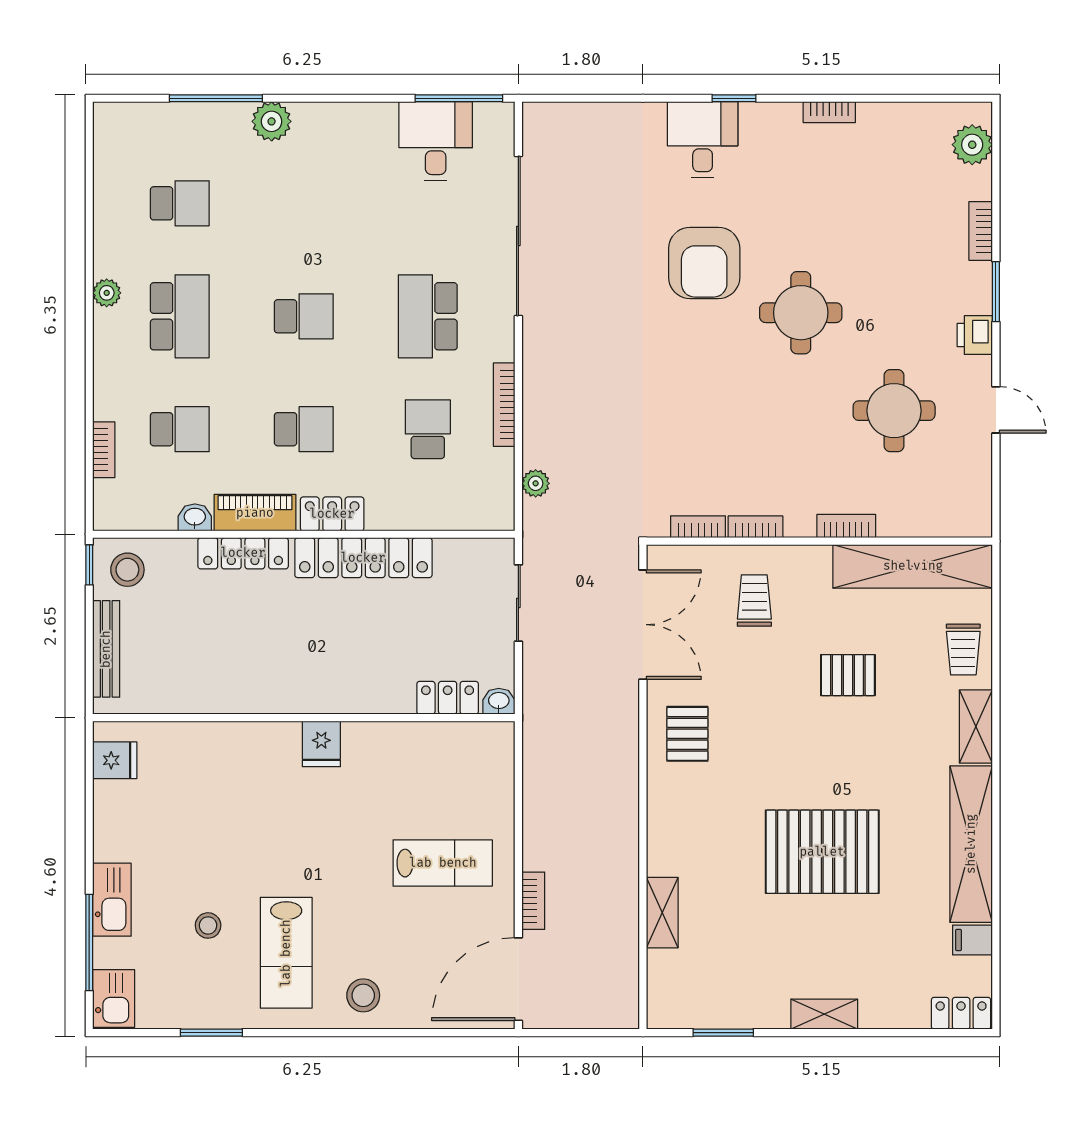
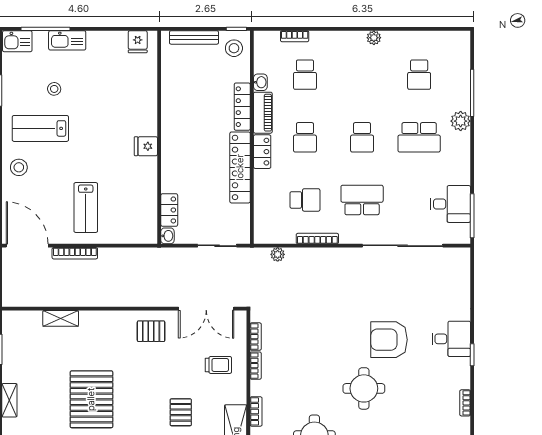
school desk: (180, 316) -> (419, 137), moved
bookcase: (533, 901) -> (75, 253), width x1.56

